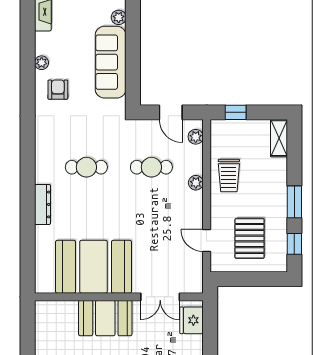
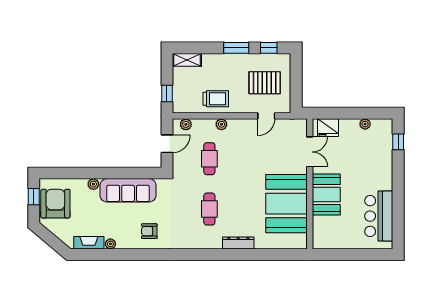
plant: (42, 63) -> (110, 244), moved

